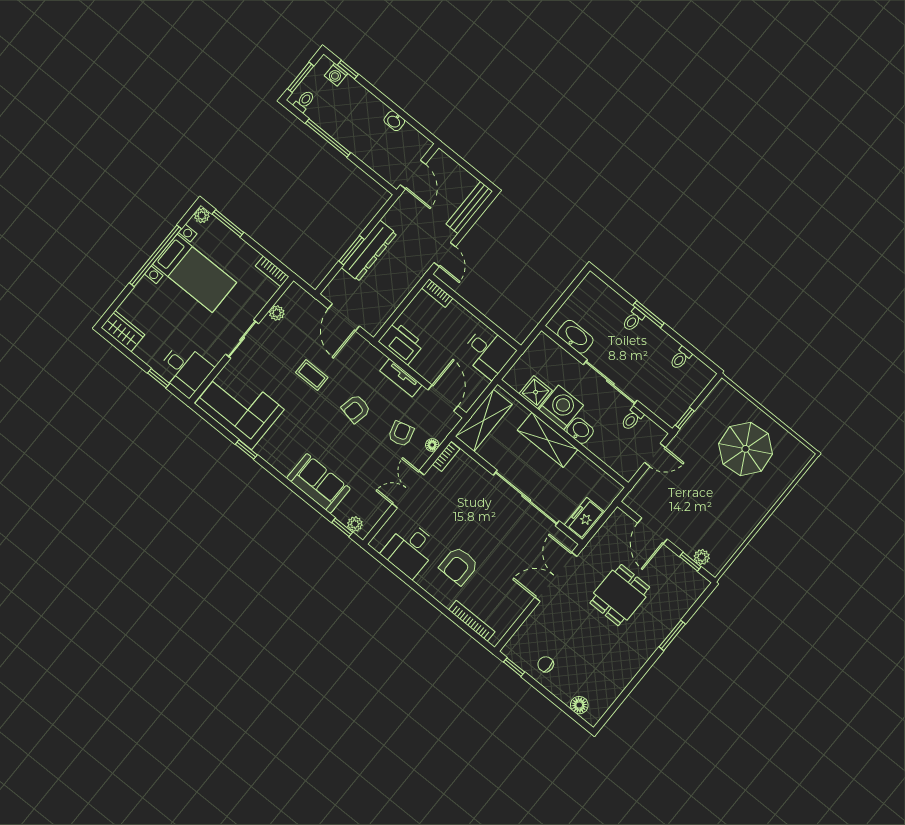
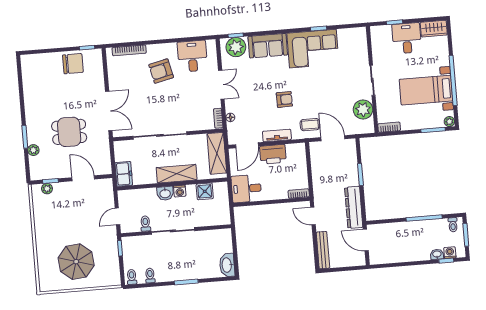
washbasin: (394, 121) -> (437, 254), moved
dresser: (369, 251) -> (354, 207), moved
plant: (277, 313) -> (363, 109), width x1.87, depth x1.87
toilet: (633, 320) -> (132, 277), moved
washbasin: (575, 337) -> (227, 265), moved, turned 90
printer: (401, 343) -> (273, 154), moved
desk: (185, 369) -> (407, 38), moved, turned 90
coffee table: (312, 375) -> (310, 125), moved
door: (443, 398) -> (247, 145), hinge flipped
corner sofa: (240, 407) -> (313, 49), moved
washing machine: (561, 407) -> (180, 191), width x0.53, depth x0.53
armchair: (356, 409) -> (284, 99), turned 77
armchair: (401, 434) -> (251, 108), removed
freezer: (585, 518) -> (124, 174), moved
plant: (355, 524) -> (236, 47), width x1.88, depth x1.88
armchair: (459, 566) -> (161, 71), turned -103
dining table: (620, 595) -> (69, 132), turned 90
plant: (677, 612) -> (33, 150), added
chair: (546, 664) -> (73, 64), width x1.87, depth x1.87
floor lamp: (579, 705) -> (38, 60), removed

